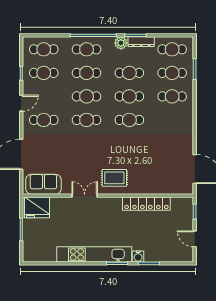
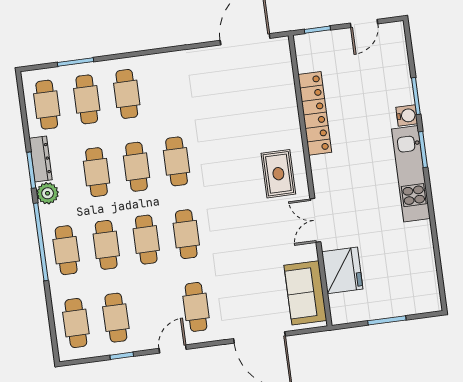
door: (21, 103) -> (173, 349), hinge flipped
fridge: (37, 207) -> (342, 270), moved
kitchen unit: (94, 254) -> (411, 174), width x0.73

